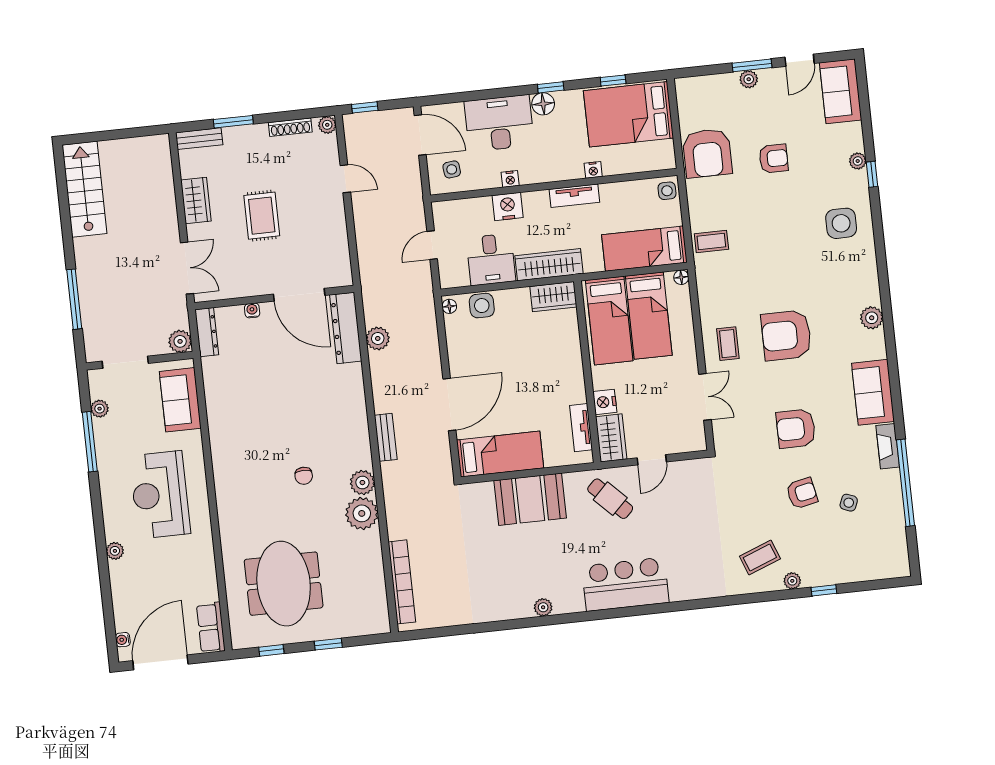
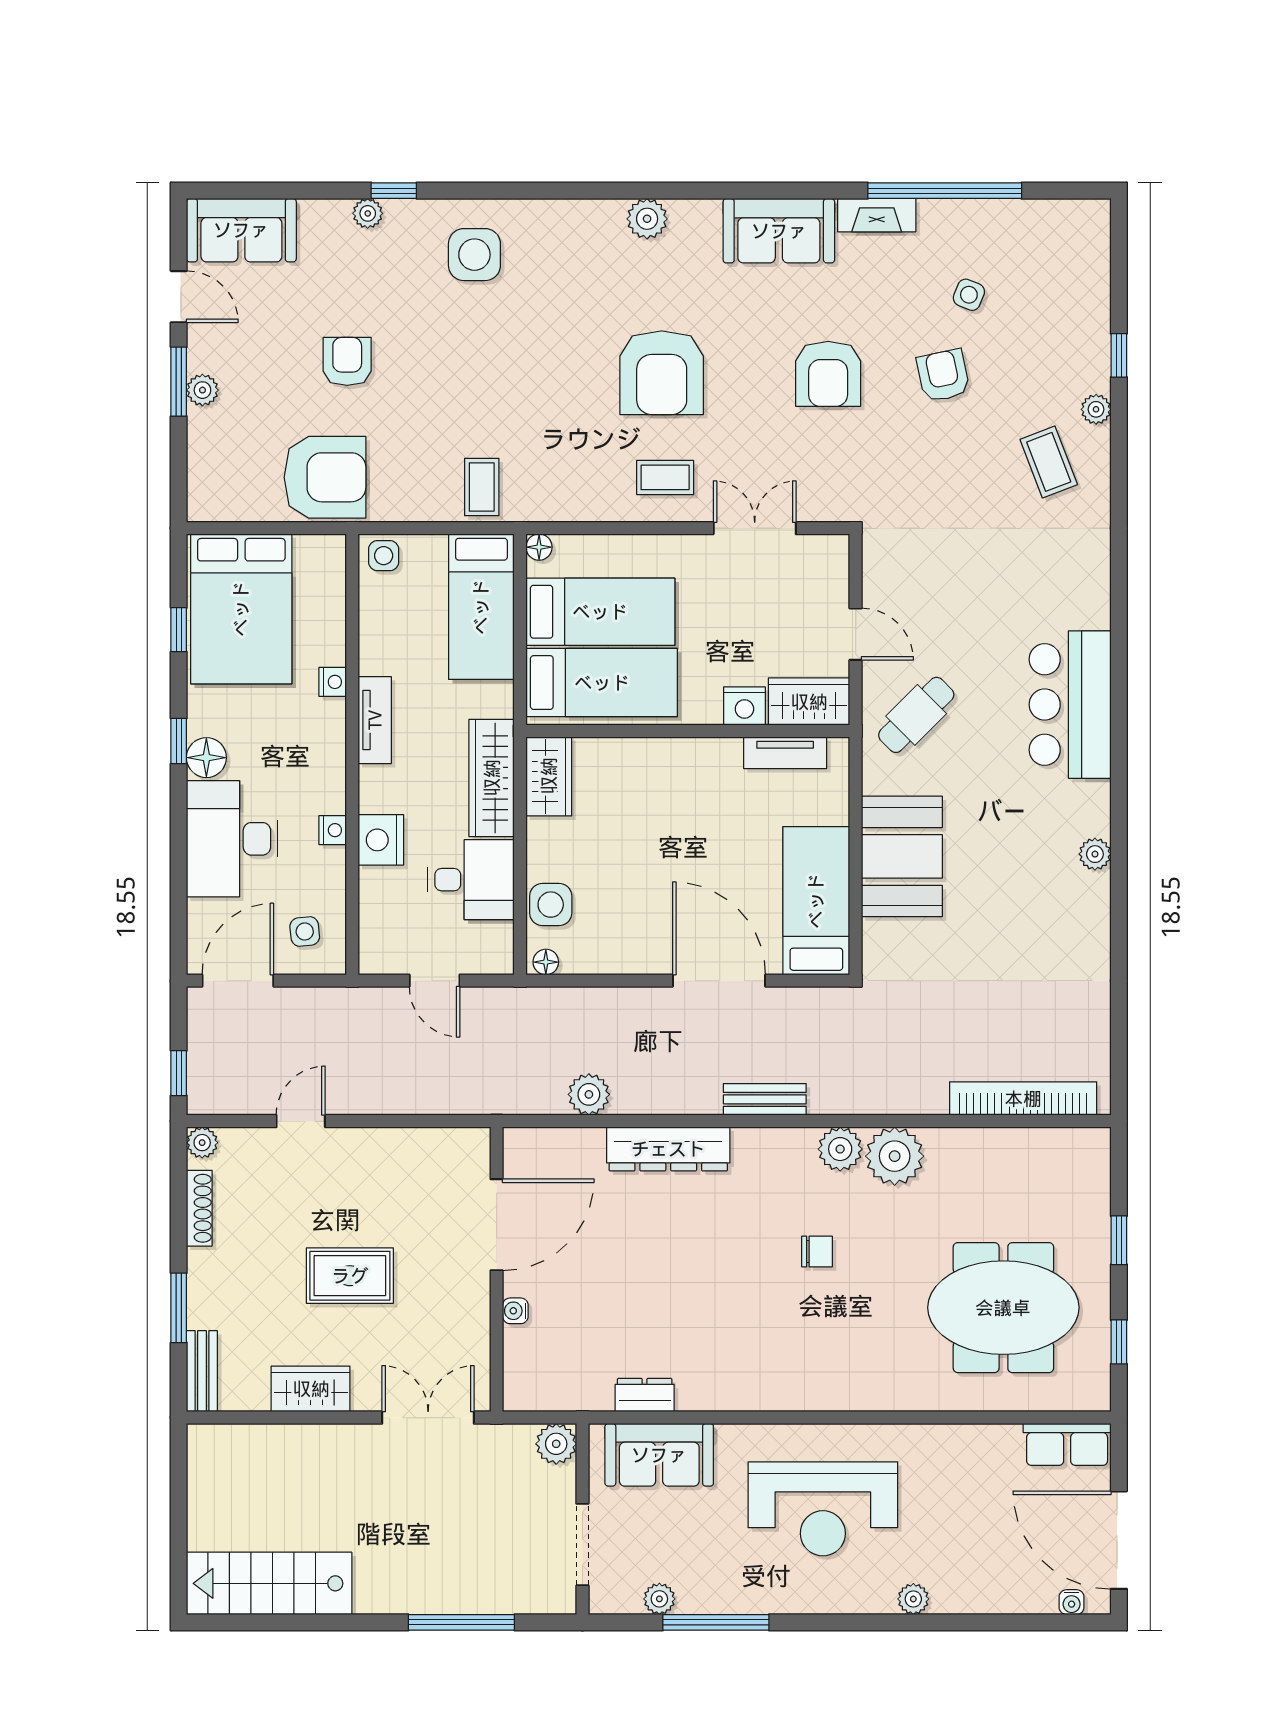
dresser: (346, 328) -> (668, 1149), moved
dresser: (207, 332) -> (645, 1395), moved, width x0.70

